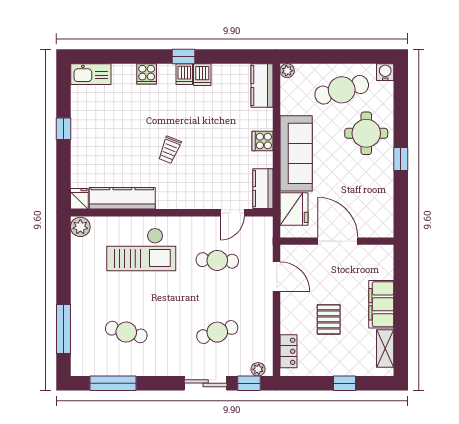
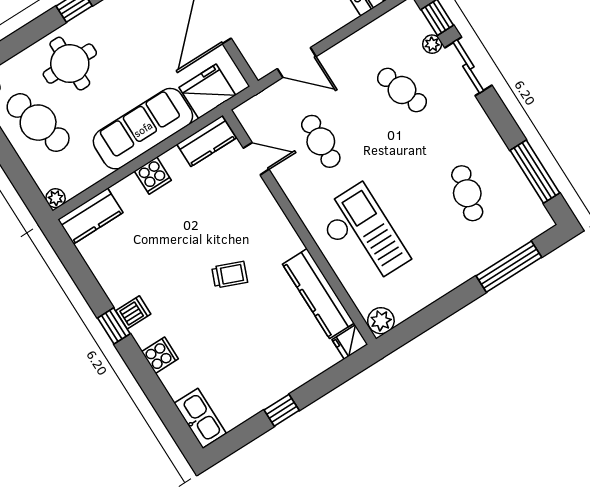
dishwasher: (202, 75) -> (121, 292), removed
door: (277, 277) -> (297, 63), swing flipped
plant: (258, 369) -> (432, 44), moved

